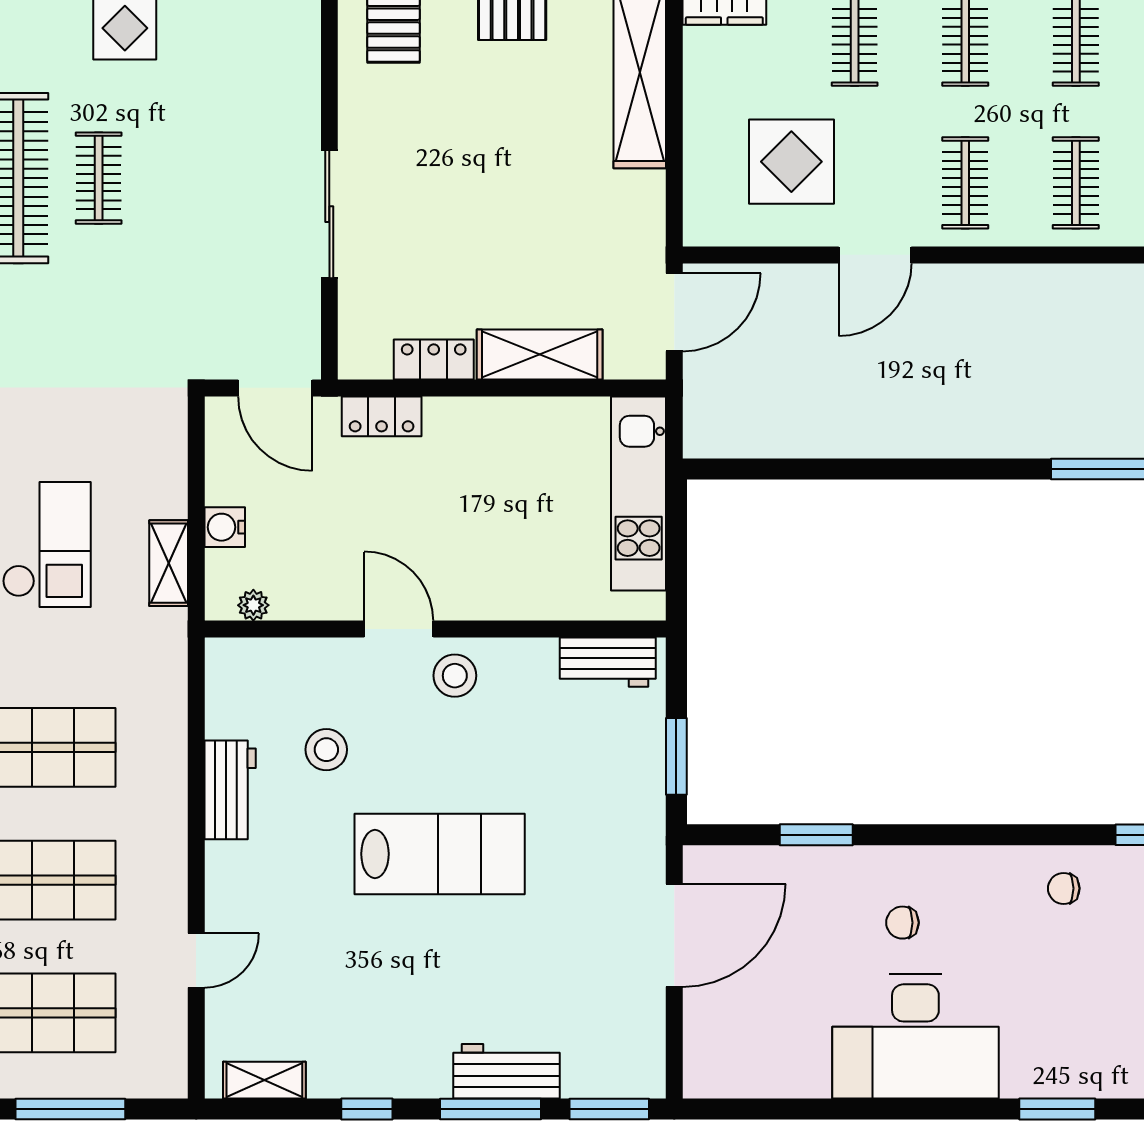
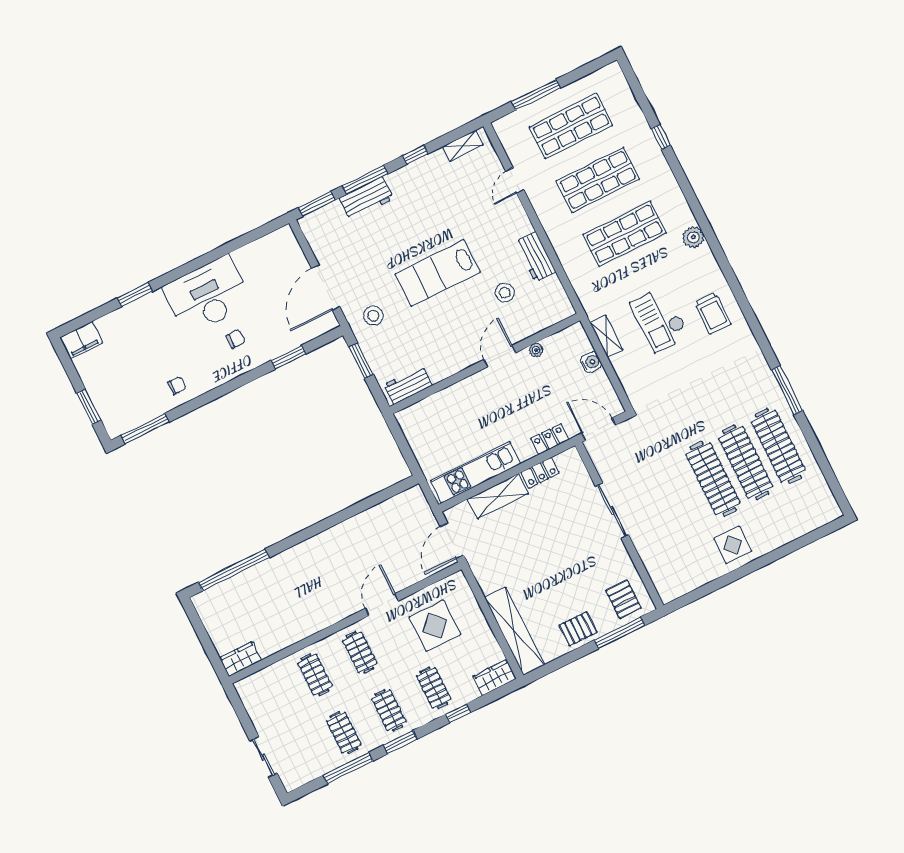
clothes rail: (99, 178) -> (713, 479), width x1.86, depth x1.31
kitchen unit: (639, 493) -> (476, 472), moved, turned -90
plant: (253, 605) -> (536, 350), moved
door: (399, 629) -> (500, 356), swing flipped
stool: (455, 676) -> (373, 316), moved

